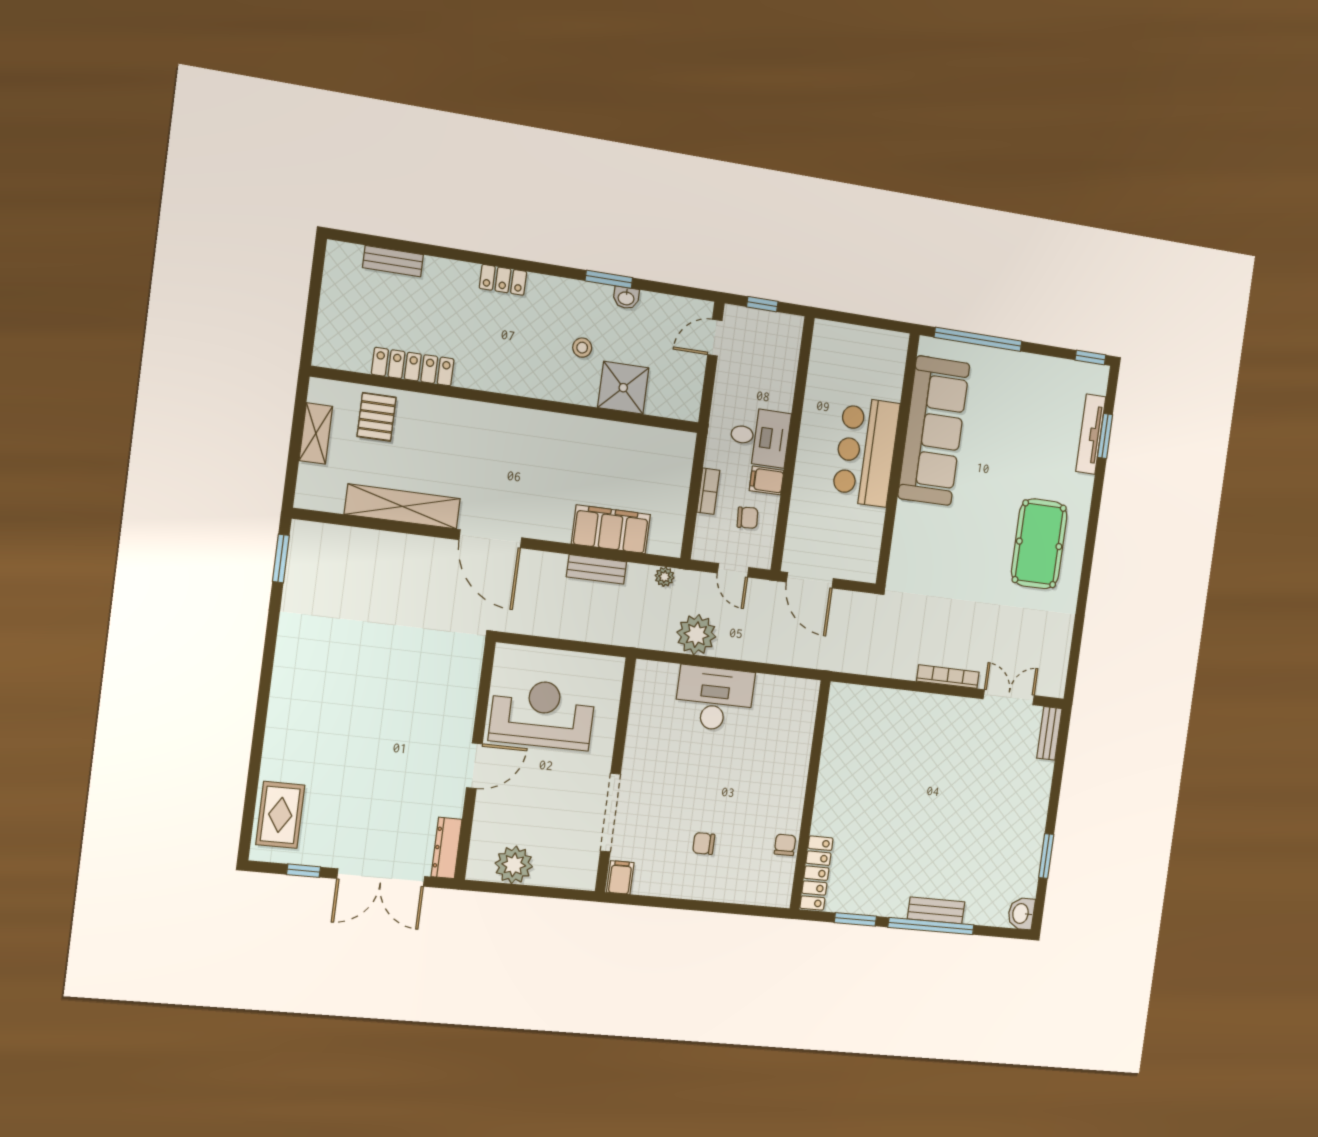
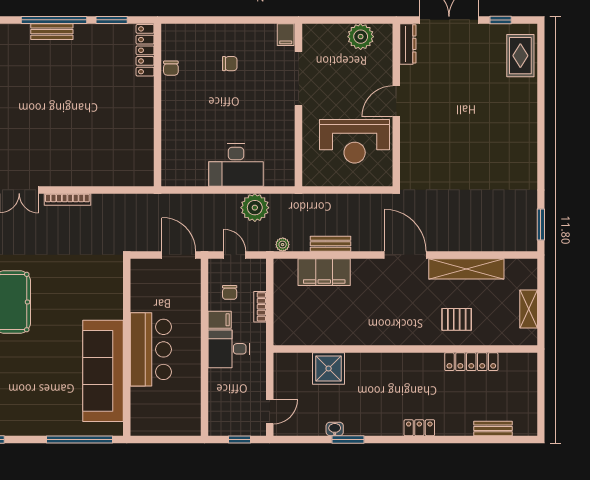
stool: (582, 348) -> (360, 391), removed
pallet: (377, 417) -> (457, 319), moved, turned 90
chair: (748, 518) -> (230, 292), turned -86

